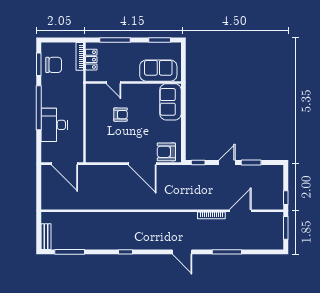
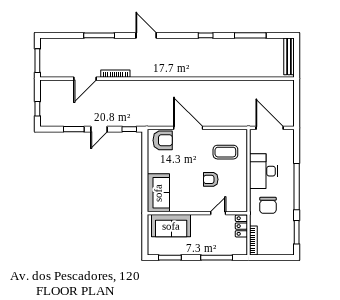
locker: (91, 60) -> (241, 226), moved
chair: (54, 65) -> (268, 205), moved, turned -90
door: (114, 82) -> (218, 213), hinge flipped
desk: (54, 125) -> (264, 171), moved, turned 180
coffee table: (107, 141) -> (225, 152), added
window: (286, 198) -> (37, 109), moved
bench: (46, 237) -> (289, 56), width x1.36
window: (70, 252) -> (250, 35), moved

